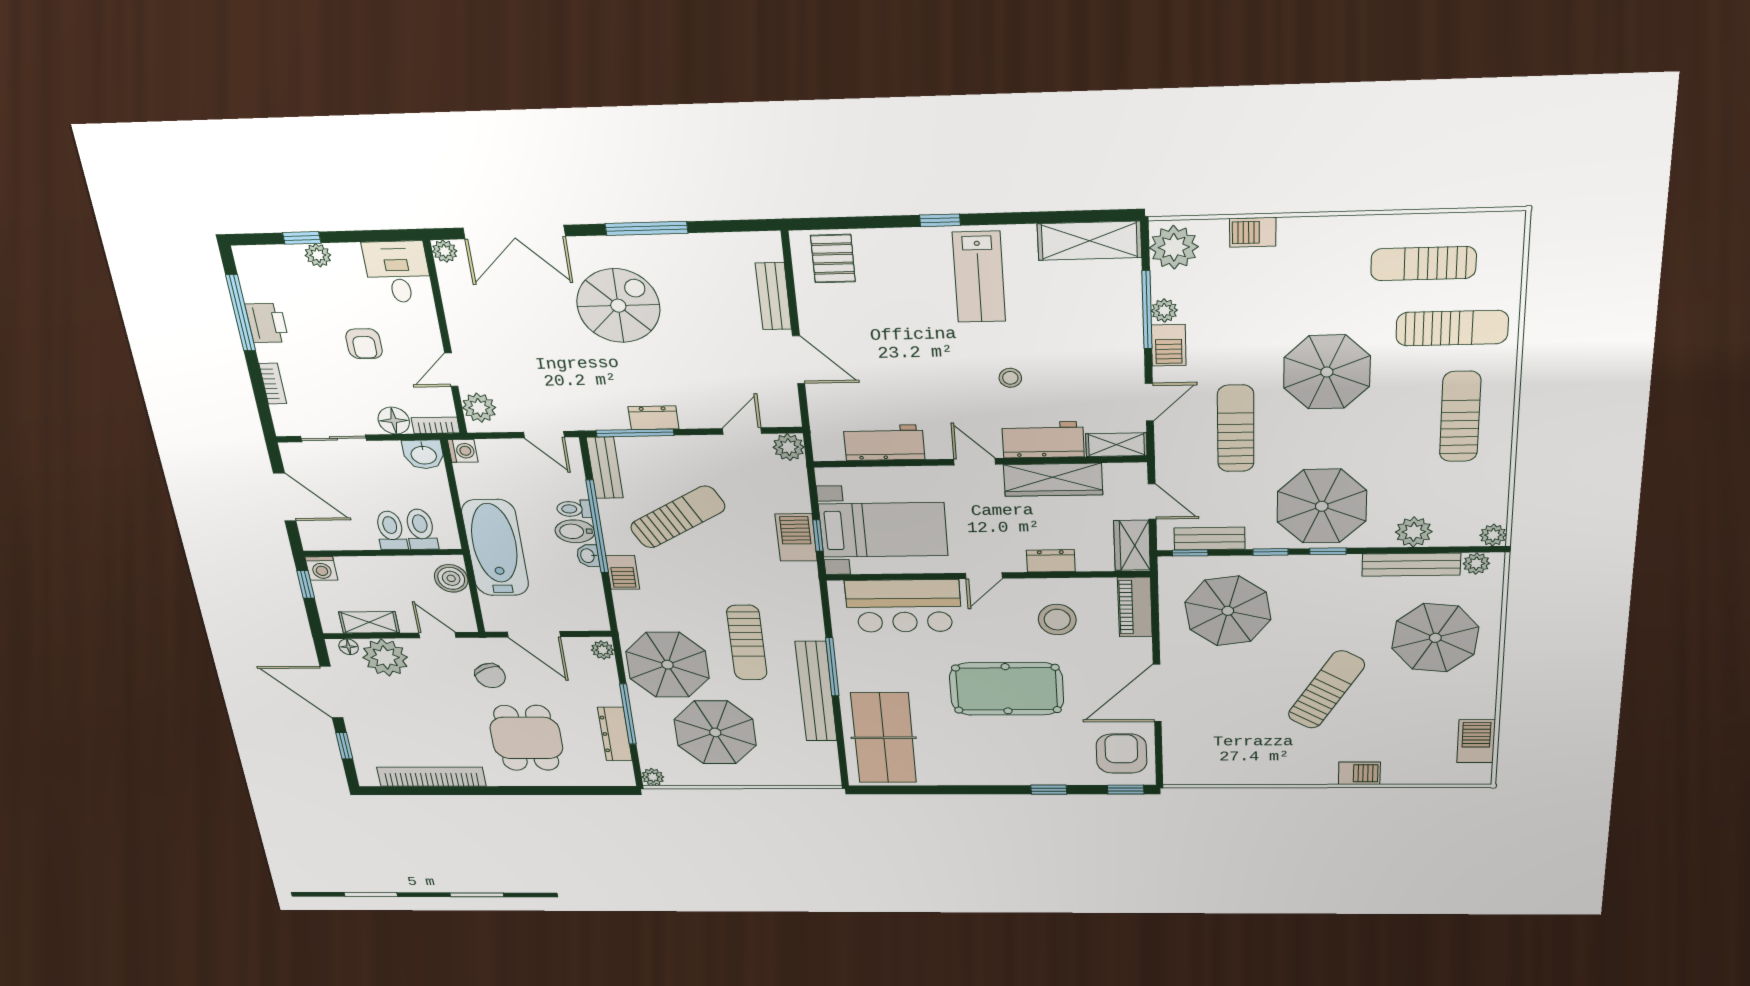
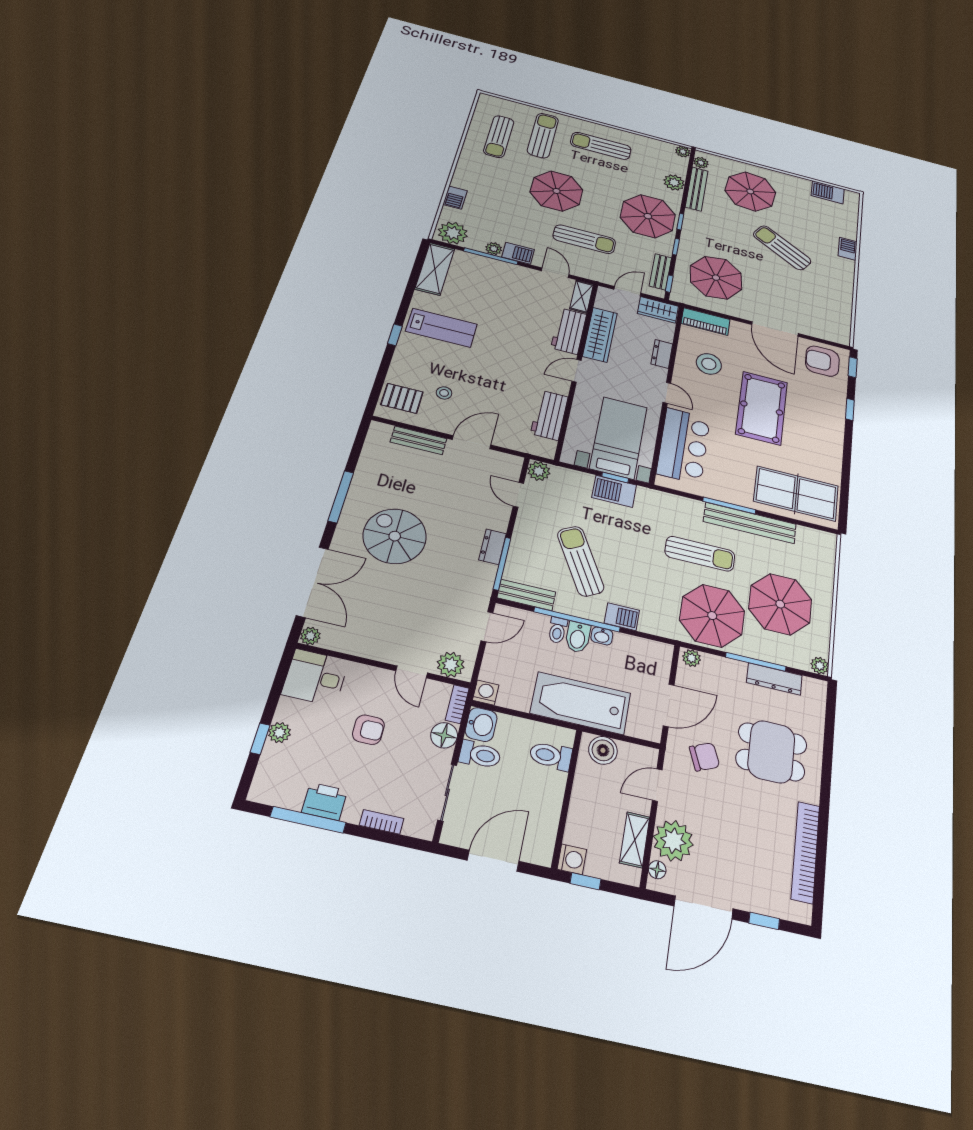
stool: (1010, 378) -> (444, 393), moved
sun lounger: (1236, 429) -> (584, 239), turned 180
toilet: (391, 530) -> (480, 755), moved, turned 180

